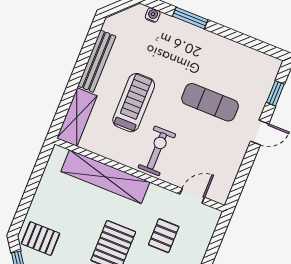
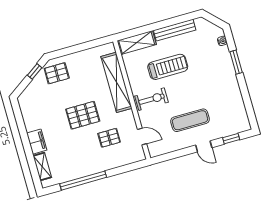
exercise mat: (210, 102) -> (190, 120), moved, turned 90
pallet: (41, 239) -> (57, 73), turned 90

